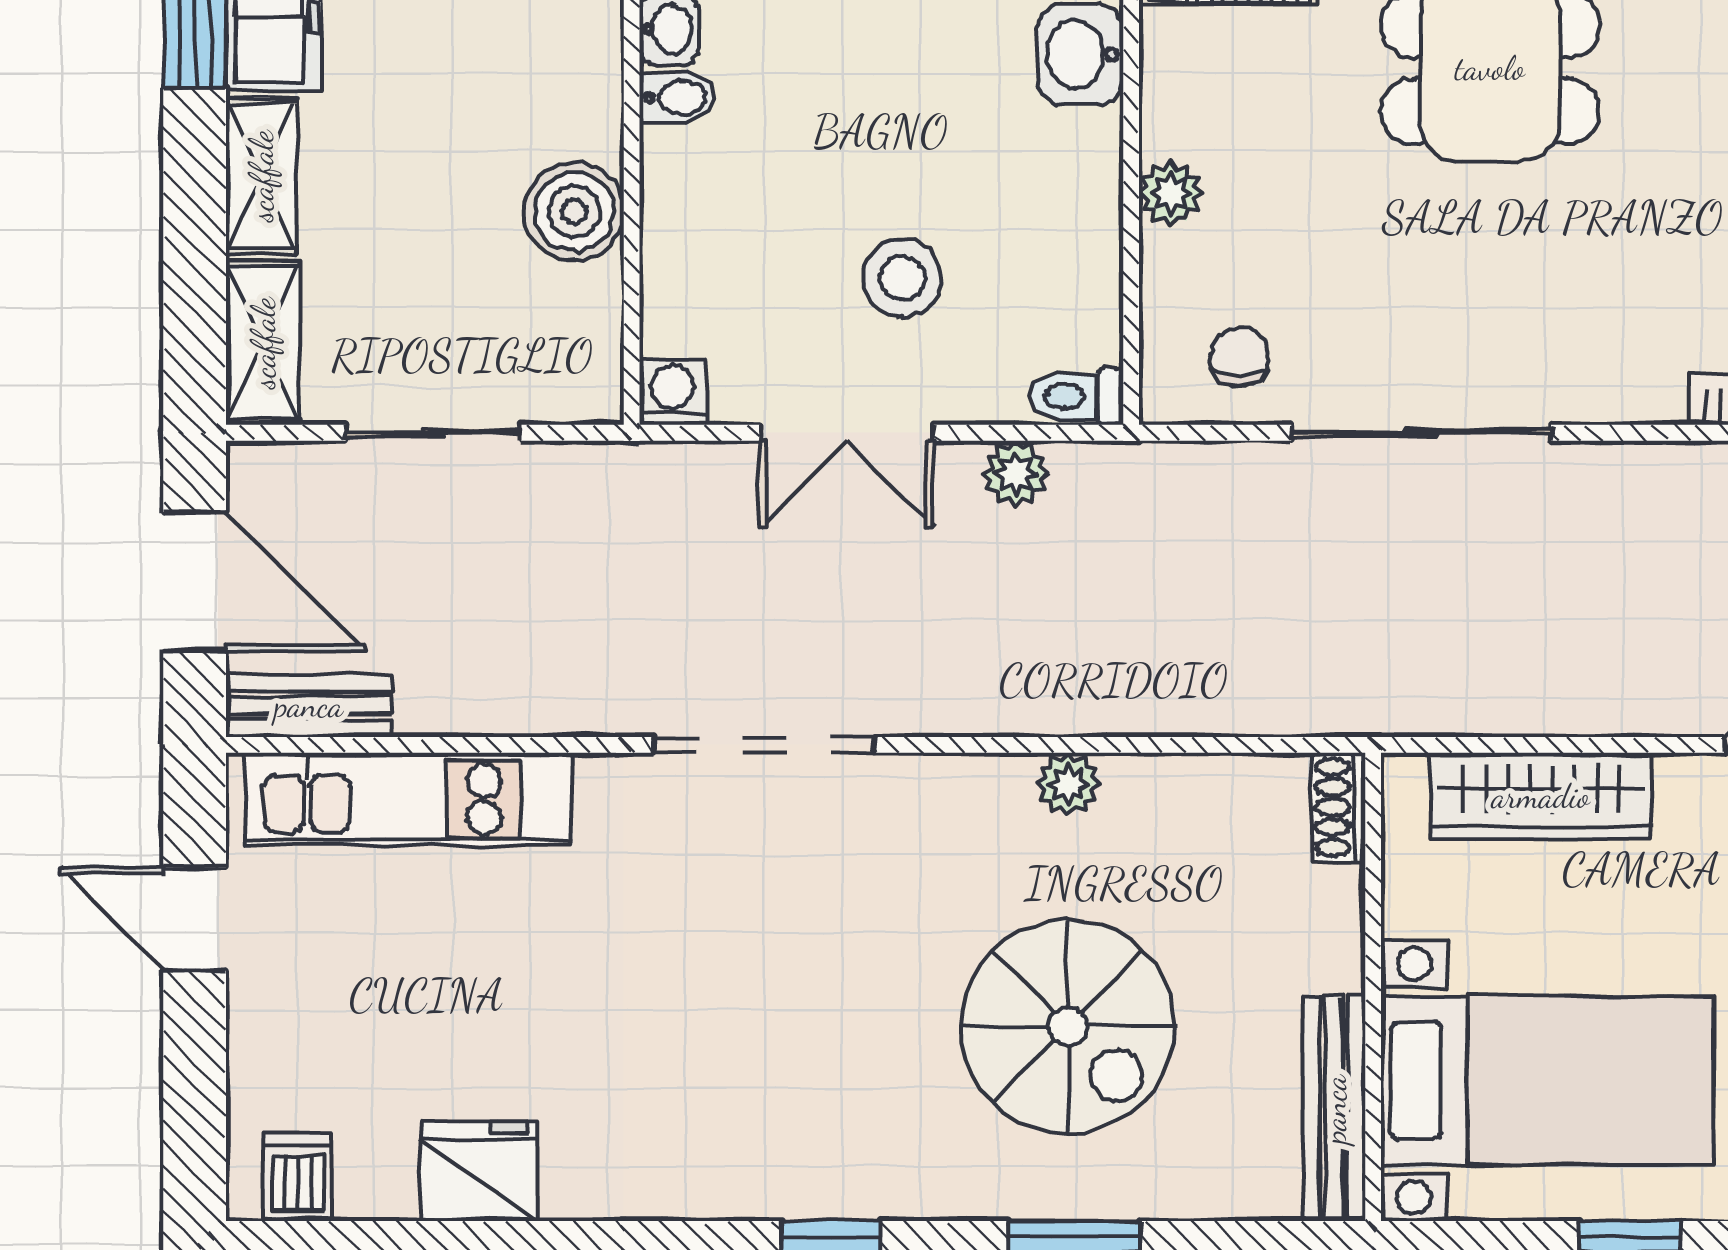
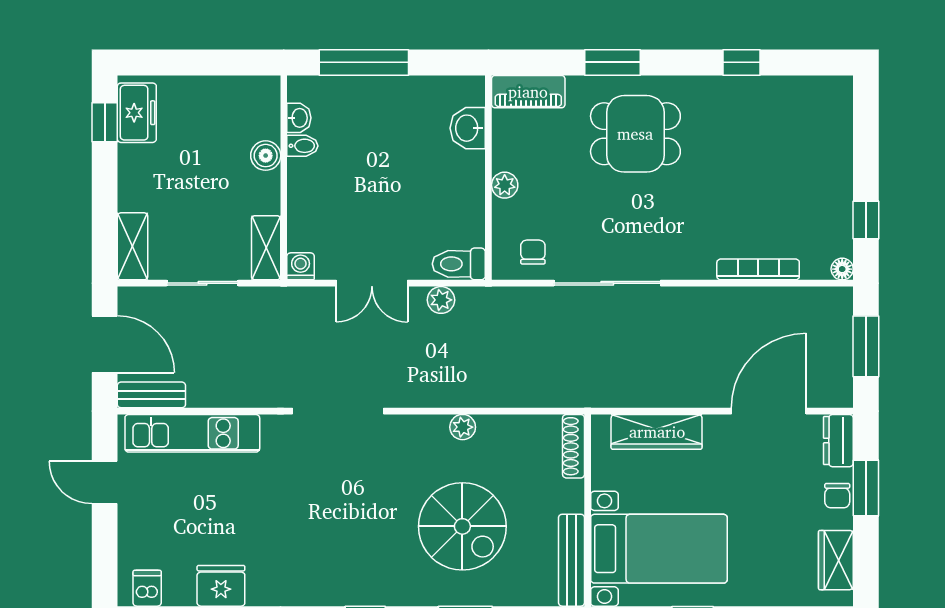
shelving: (261, 176) -> (266, 248), moved
boiler: (574, 212) -> (266, 156), moved, width x0.73, depth x0.73
stool: (902, 278) -> (395, 220), removed
toilet: (1077, 396) -> (459, 264), width x1.37, depth x1.39
shoe rack: (1339, 807) -> (574, 446), width x1.43

